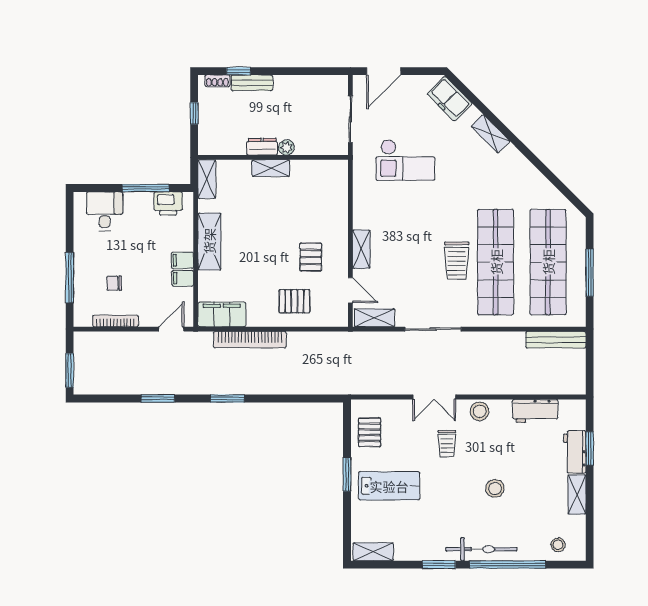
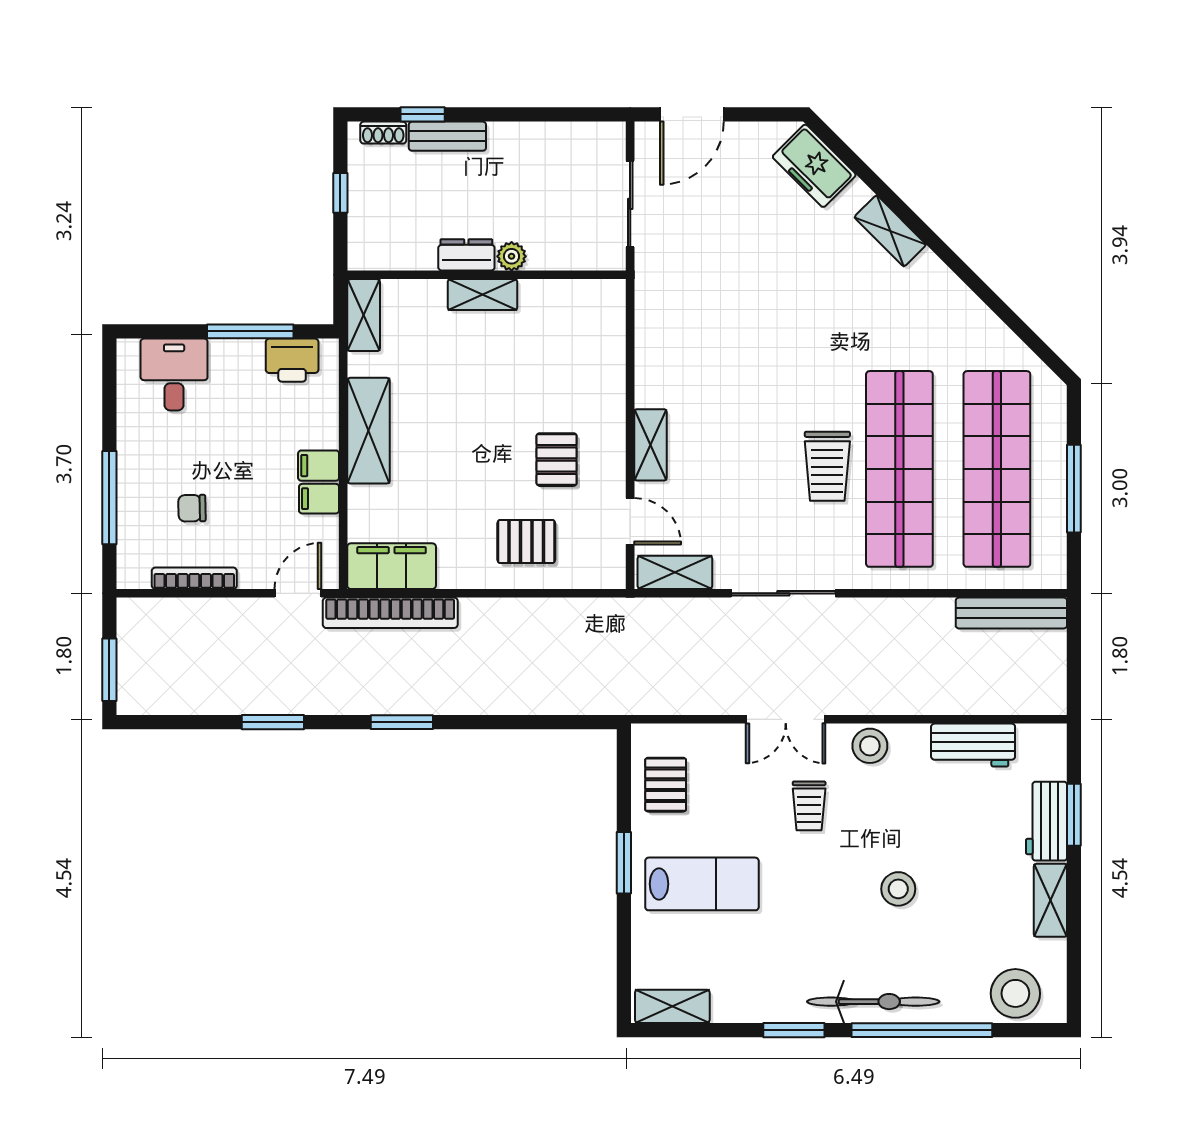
checkout: (405, 160) -> (732, 279), removed
bookcase: (250, 340) -> (390, 613), moved
stool: (558, 545) -> (1015, 993), width x1.89, depth x1.89

